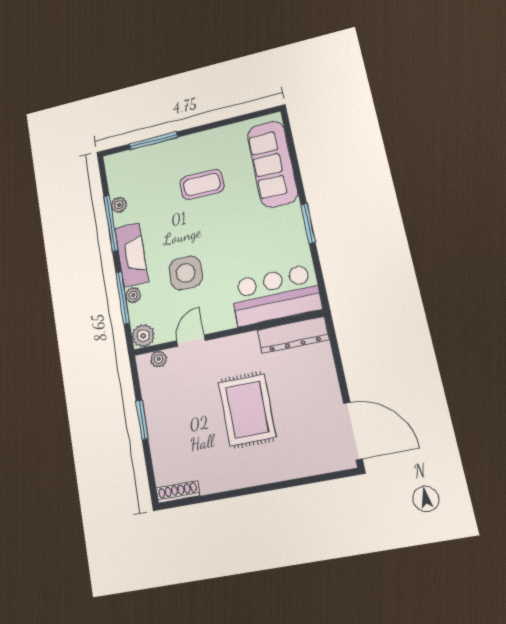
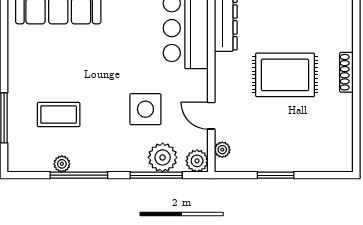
coffee table: (202, 185) -> (59, 115), moved, turned 90
fireplace: (131, 255) -> (116, 159), removed
plant: (133, 295) -> (163, 157), width x1.88, depth x1.88
shoe rack: (178, 492) -> (346, 72), moved

